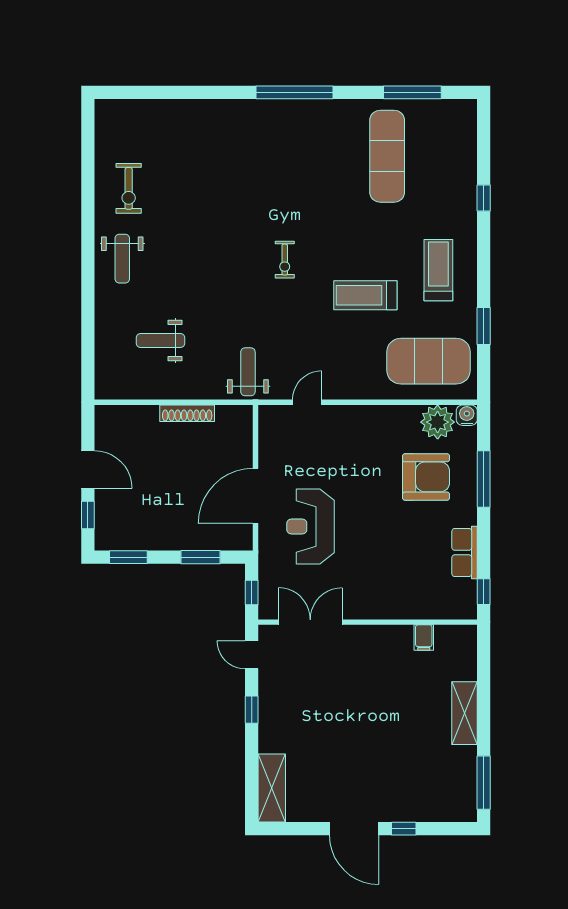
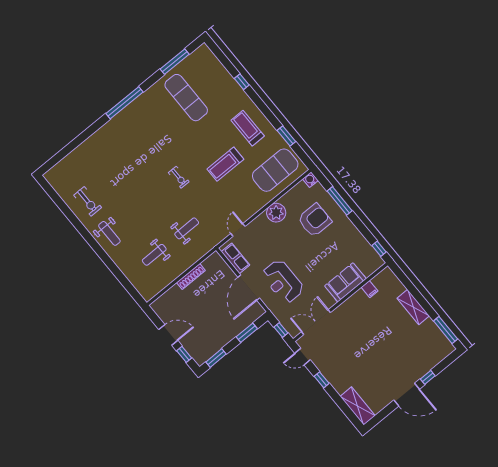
weight bench: (248, 372) -> (187, 228), moved, turned 90
plant: (438, 422) -> (276, 213), moved
row of seats: (465, 553) -> (235, 258), moved, turned 180
sofa: (398, 600) -> (345, 282), added

